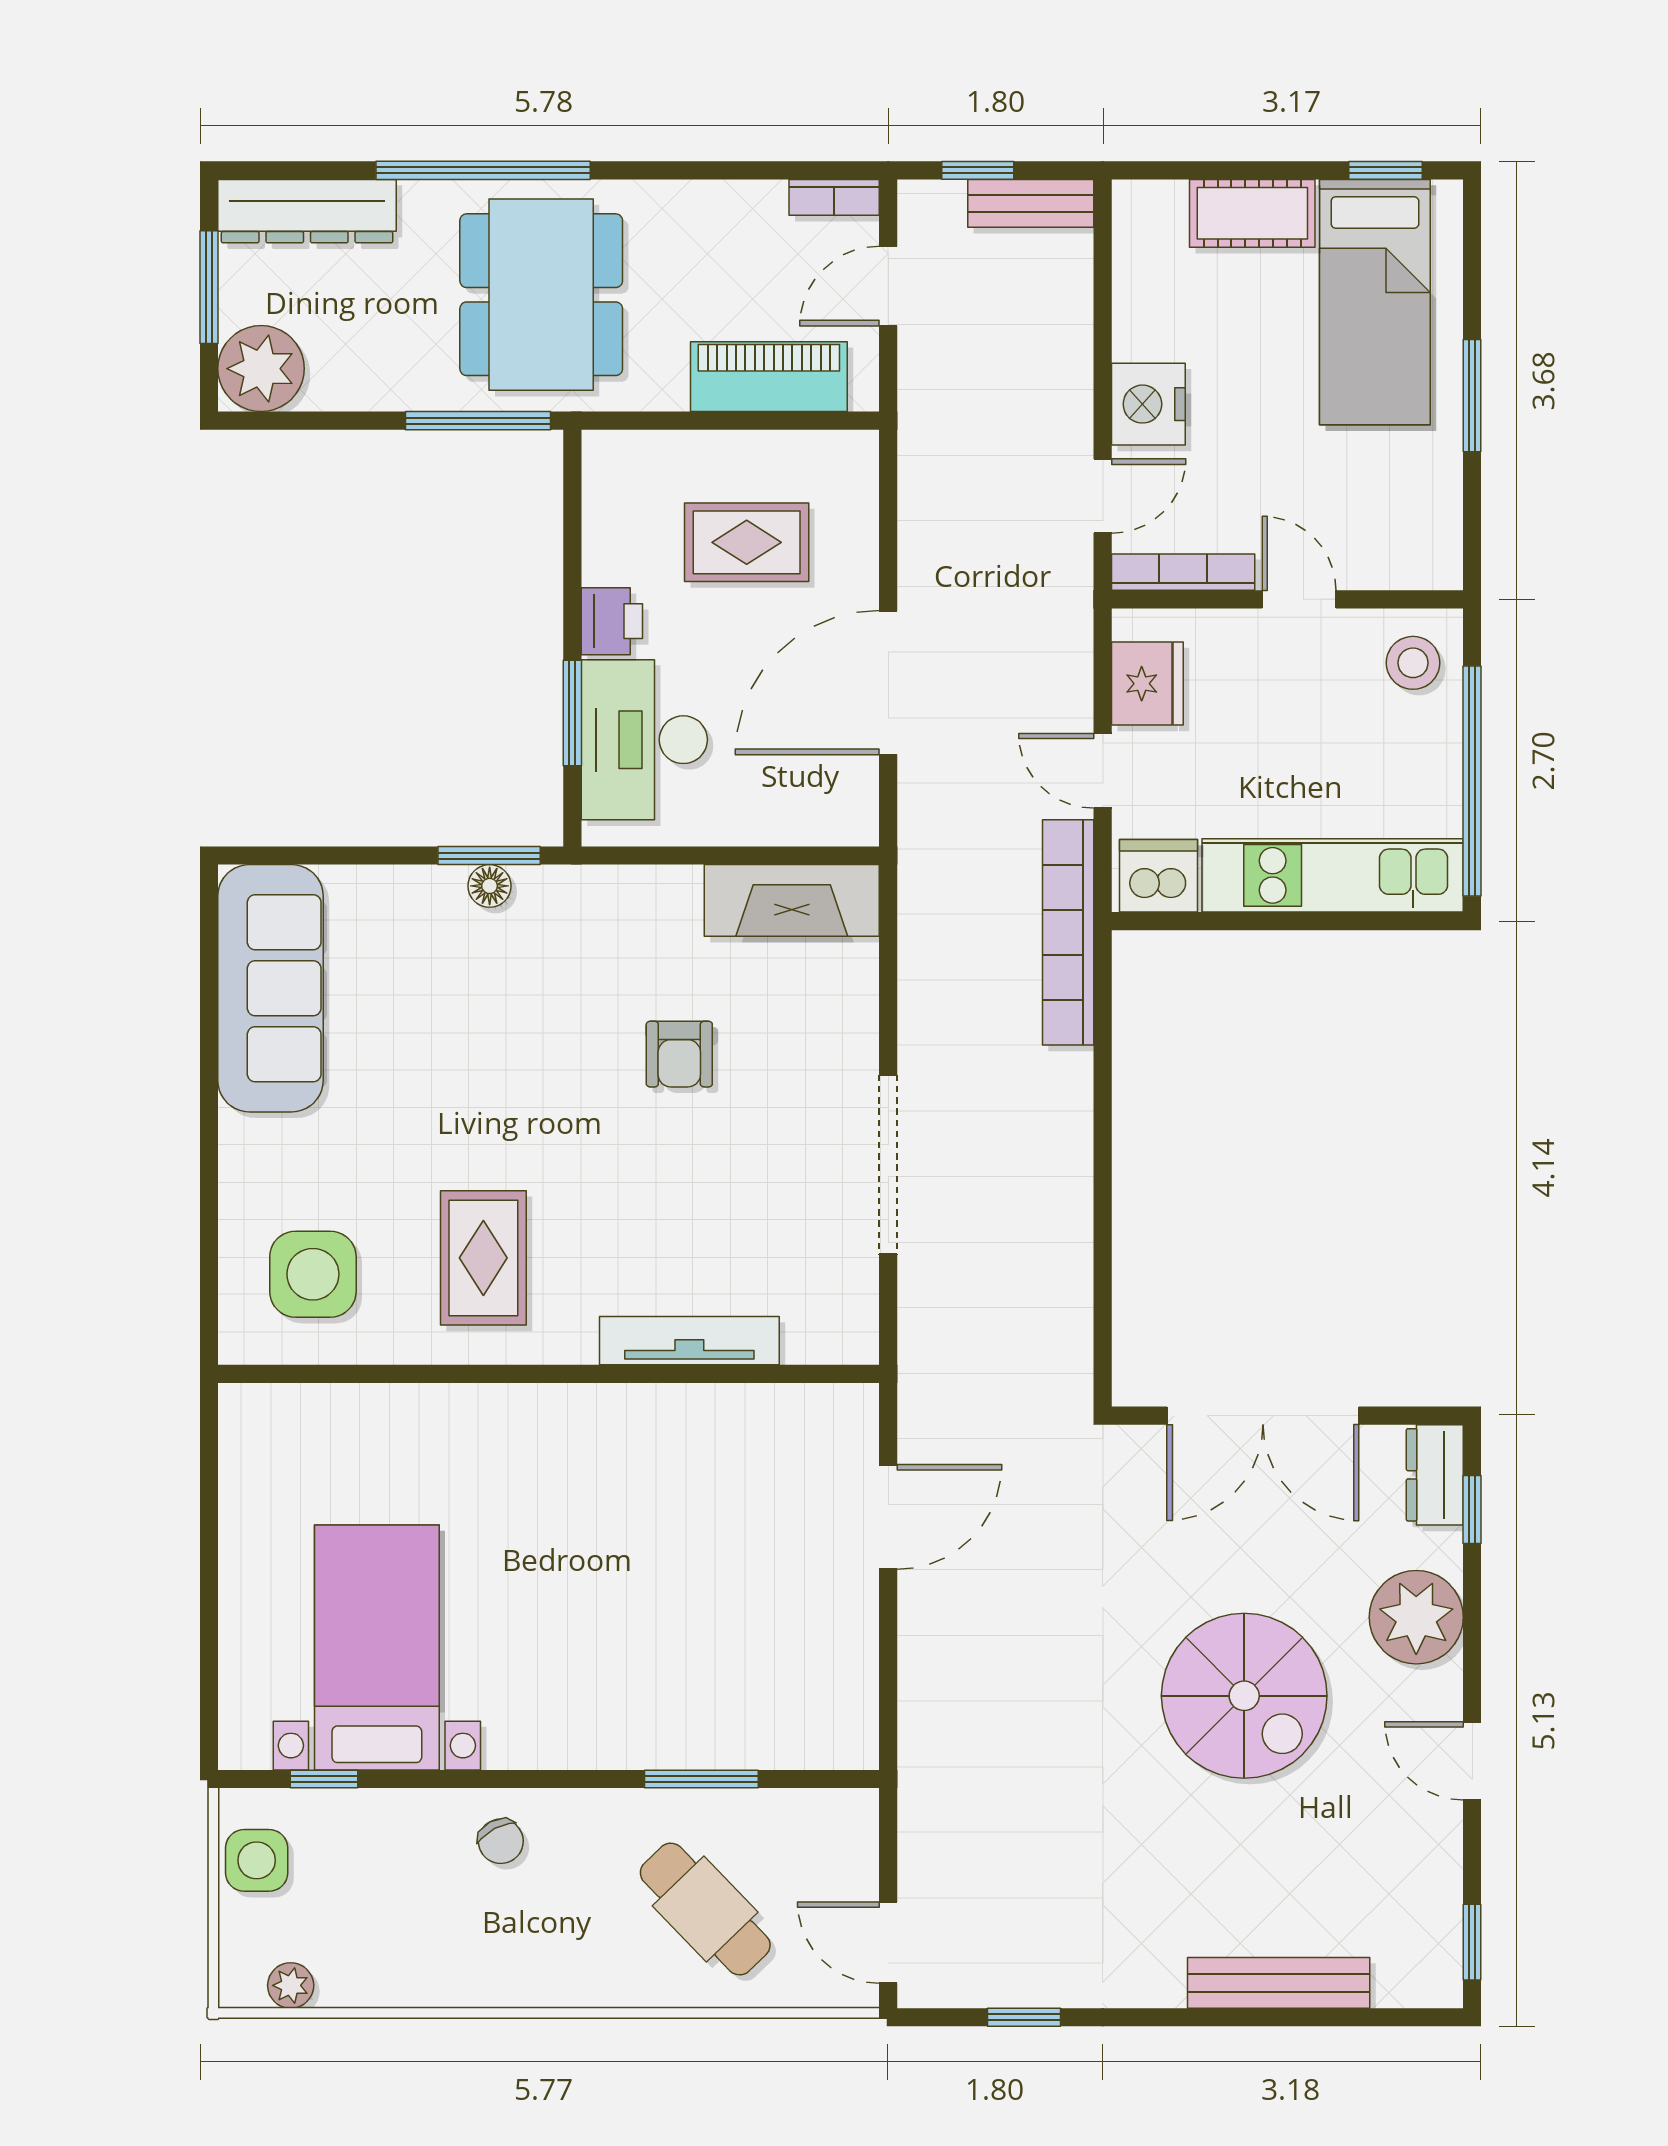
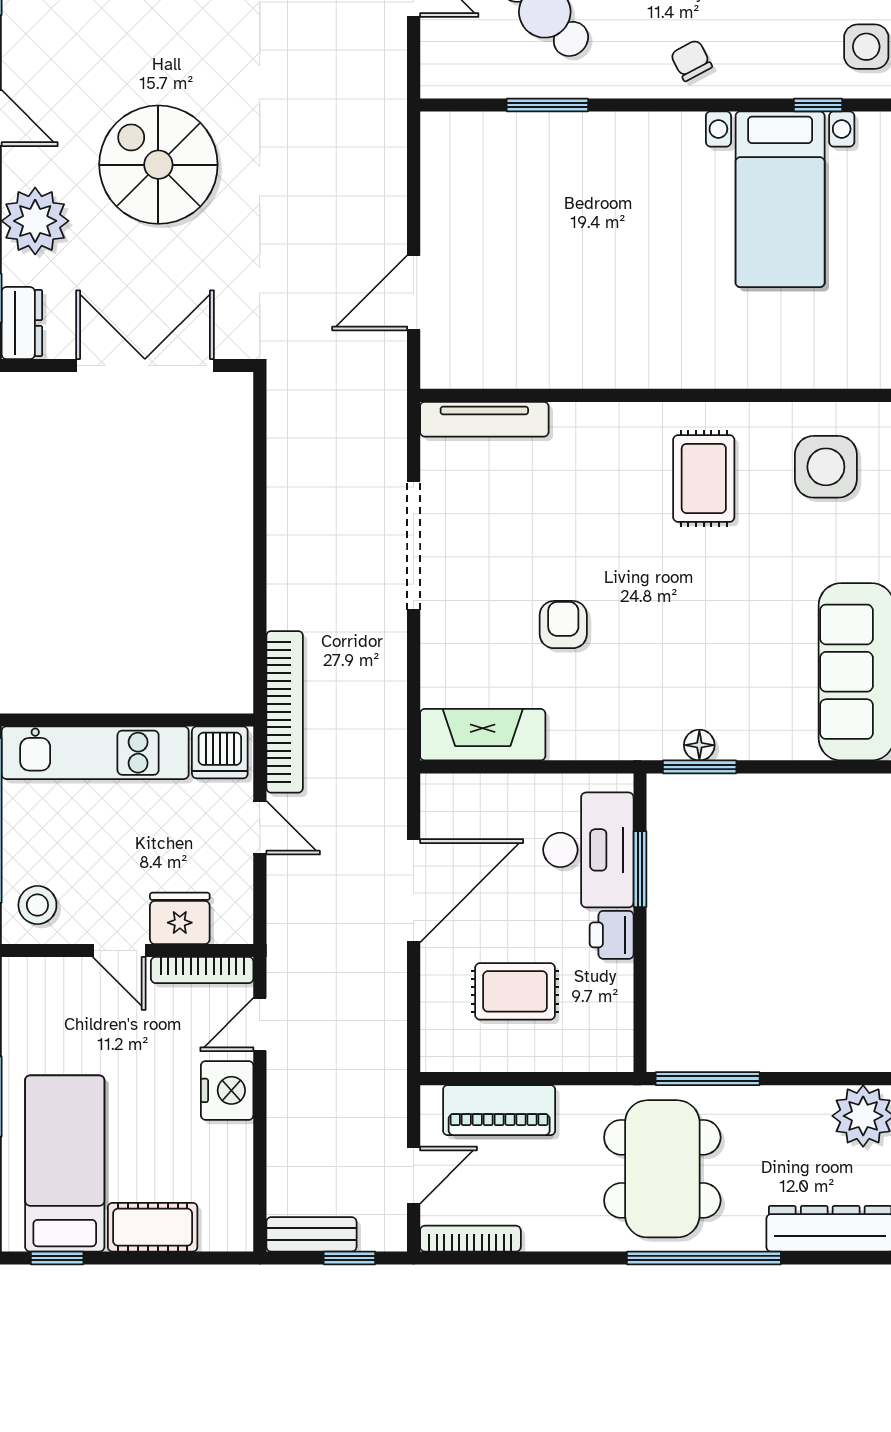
bookcase: (834, 197) -> (470, 1239), width x1.56
fridge: (1147, 684) -> (180, 918), moved, turned 90
tv unit: (689, 1341) -> (484, 419), moved

